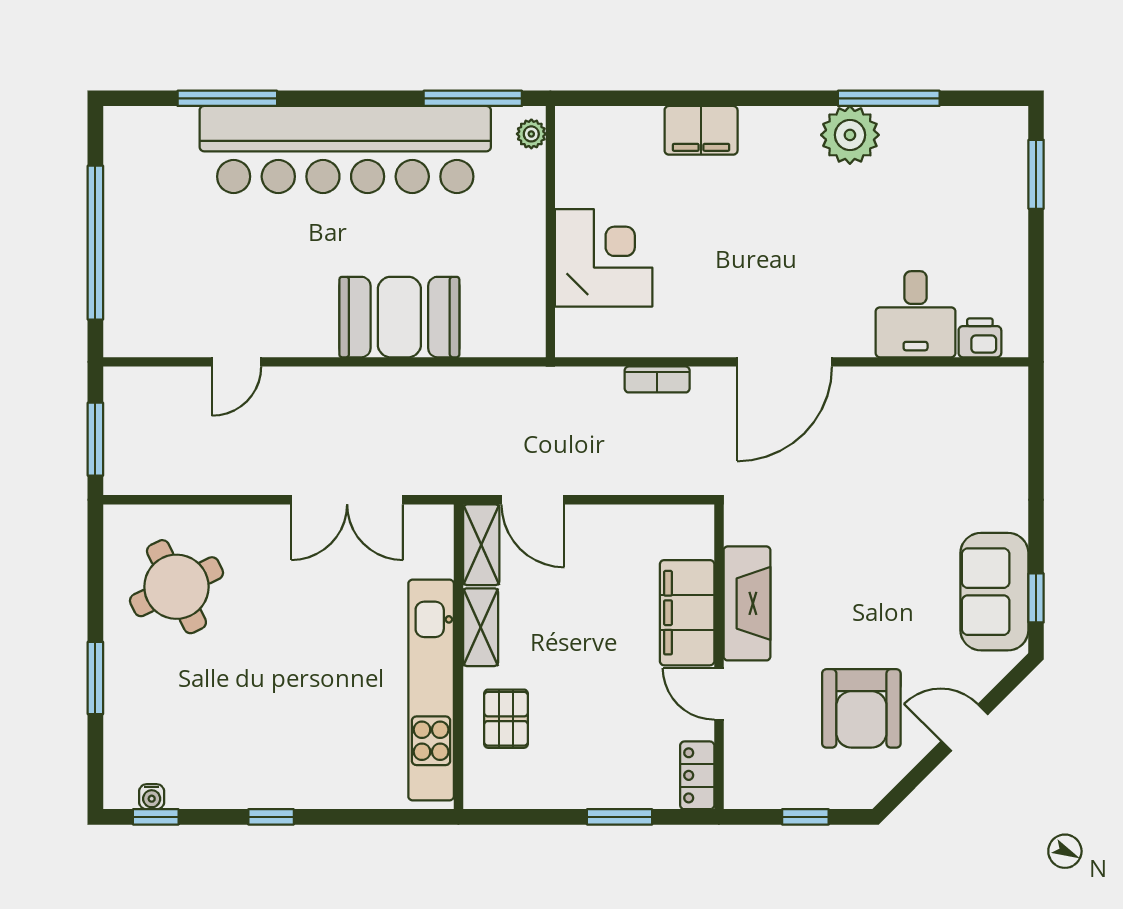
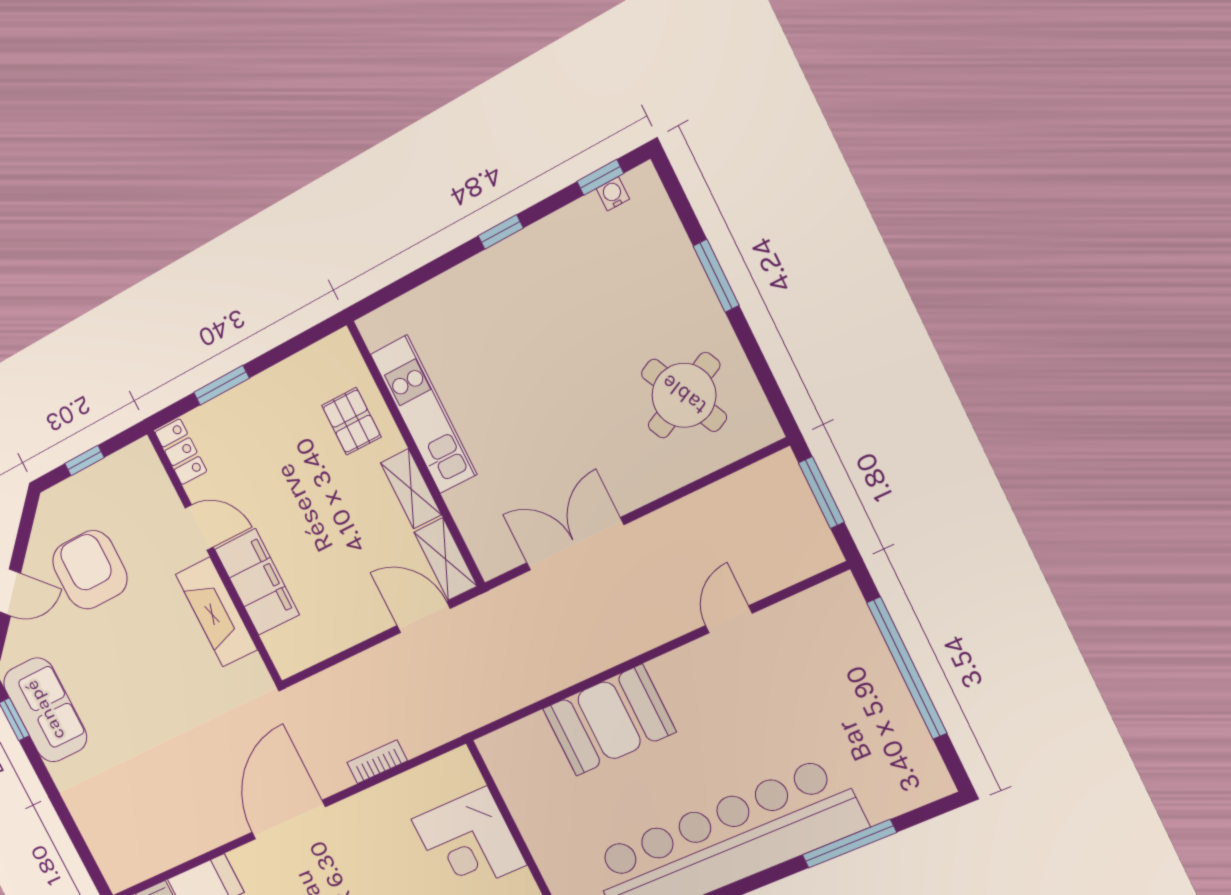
kitchen unit: (431, 690) -> (424, 414), width x0.73

